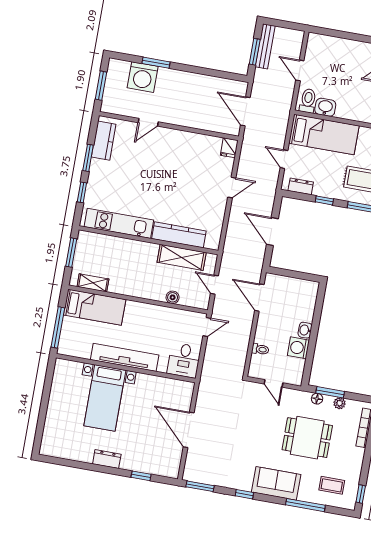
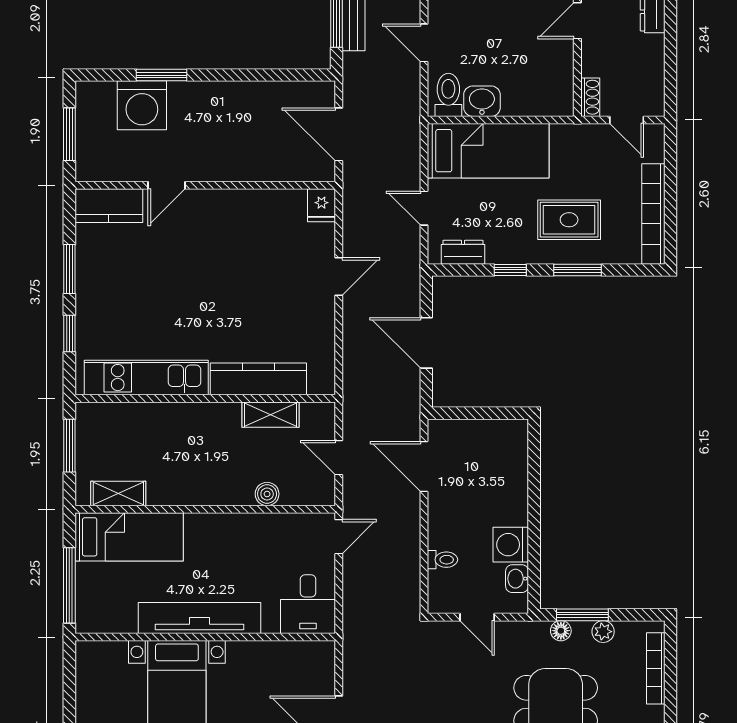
kitchen counter: (104, 141) -> (109, 206), moved, turned 90
shelving: (182, 257) -> (270, 415), width x0.67, depth x0.75
washbasin: (305, 330) -> (517, 579), moved

